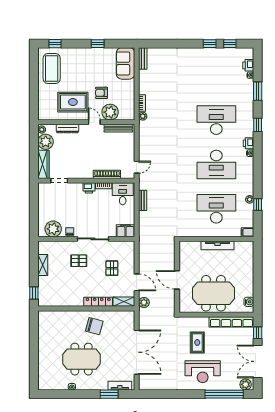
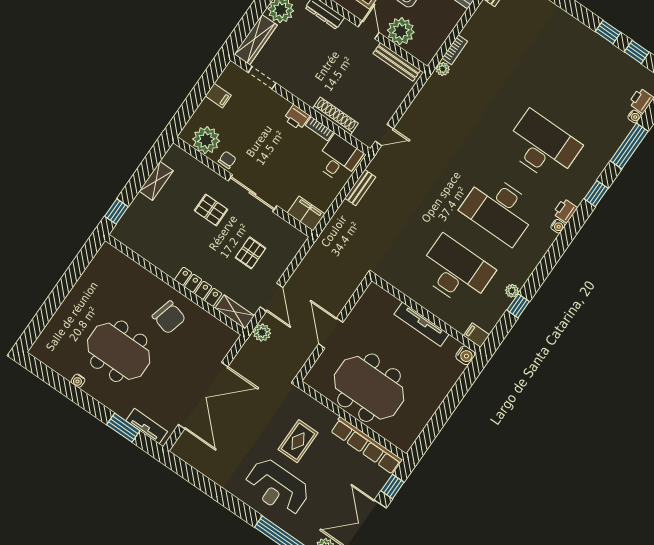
window: (258, 91) -> (629, 146), width x1.44
filing cabinet: (44, 204) -> (218, 96), added
water cooler: (249, 302) -> (465, 355), moved

